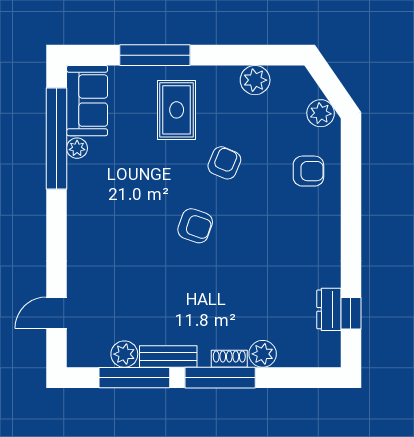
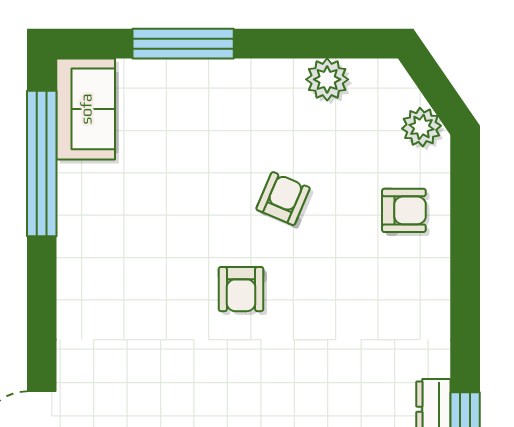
rug: (177, 110) -> (214, 122), removed
plant: (77, 148) -> (71, 177), removed
armchair: (195, 226) -> (241, 289), turned 71

